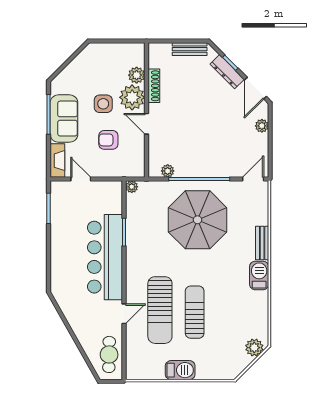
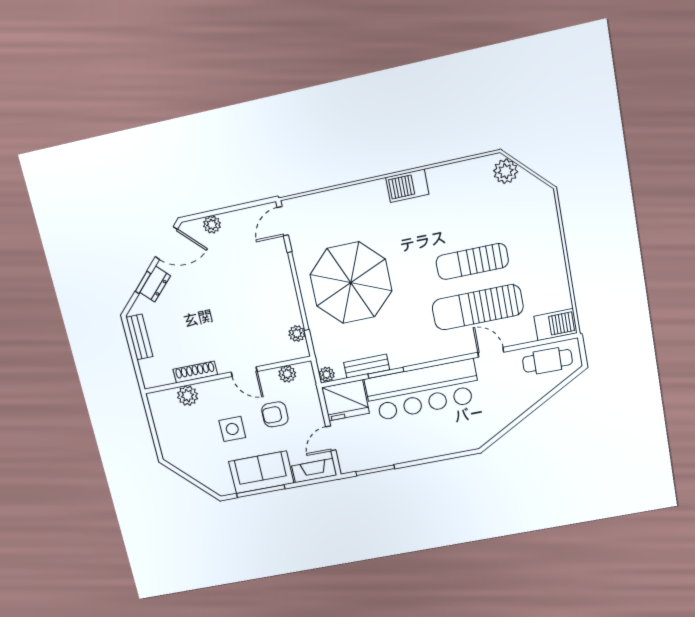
dresser: (227, 72) -> (155, 284), width x0.70
plant: (132, 97) -> (287, 374), moved, width x0.53, depth x0.53
door: (146, 124) -> (244, 372), hinge flipped
armchair: (108, 140) -> (275, 414), turned 90
door: (253, 179) -> (283, 221), hinge flipped
fridge: (109, 197) -> (346, 400), added
bench: (262, 243) -> (367, 366), moved
sun lounger: (160, 310) -> (478, 307), turned 180
barbecue: (180, 370) -> (556, 325), moved, turned 90

